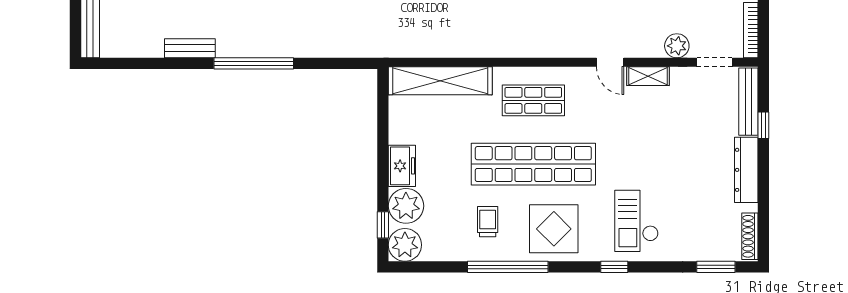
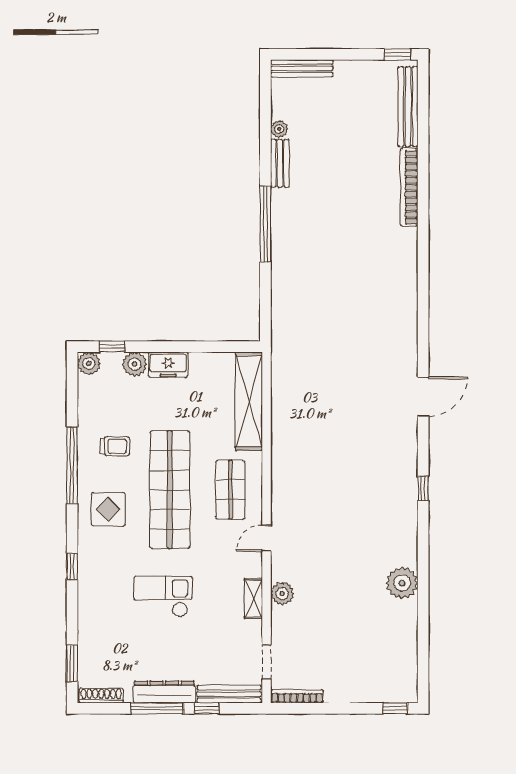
plant: (677, 46) -> (282, 594), moved
plant: (154, 49) -> (279, 129), added
door: (610, 62) -> (267, 538), moved
window: (763, 178) -> (157, 708), added
plant: (406, 206) -> (135, 364), width x0.73, depth x0.73
checkout: (637, 221) -> (163, 597), moved
display table: (554, 229) -> (108, 509), width x0.73, depth x0.73
plant: (405, 245) -> (89, 363), width x0.73, depth x0.73

